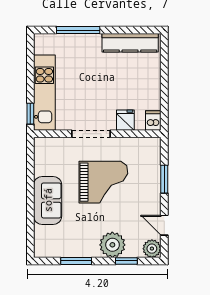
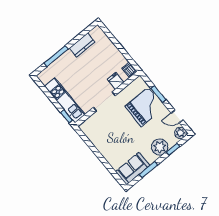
kitchen counter: (130, 43) -> (82, 45), width x0.67
grand piano: (103, 182) -> (145, 107), moved
sofa: (48, 200) -> (133, 169), moved, turned -90

